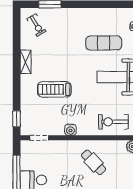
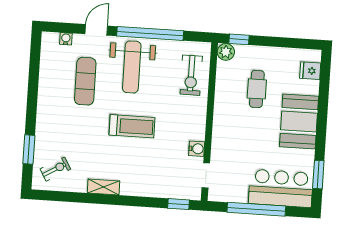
treadmill: (54, 89) -> (132, 126), moved, turned -90
water cooler: (70, 130) -> (197, 149), moved
cafe table: (94, 162) -> (257, 89), moved, turned -46

